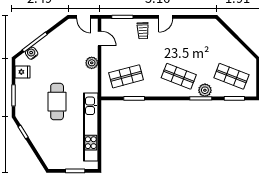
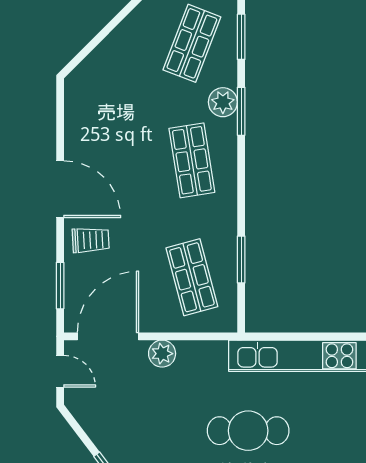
door: (84, 17) -> (60, 371), hinge flipped
door: (166, 17) -> (60, 189), width x1.88
door: (100, 38) -> (108, 336), width x1.88
shop shelf: (179, 76) -> (192, 160), turned -30

